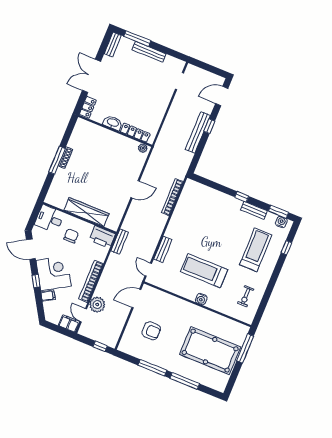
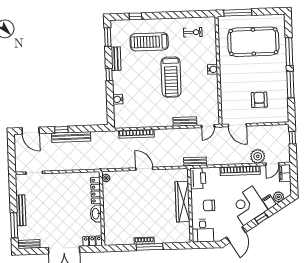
water cooler: (281, 222) -> (118, 99), moved
treadmill: (204, 271) -> (171, 77), moved
plant: (49, 307) -> (278, 197), added
pool table: (210, 351) -> (253, 42), turned 90

